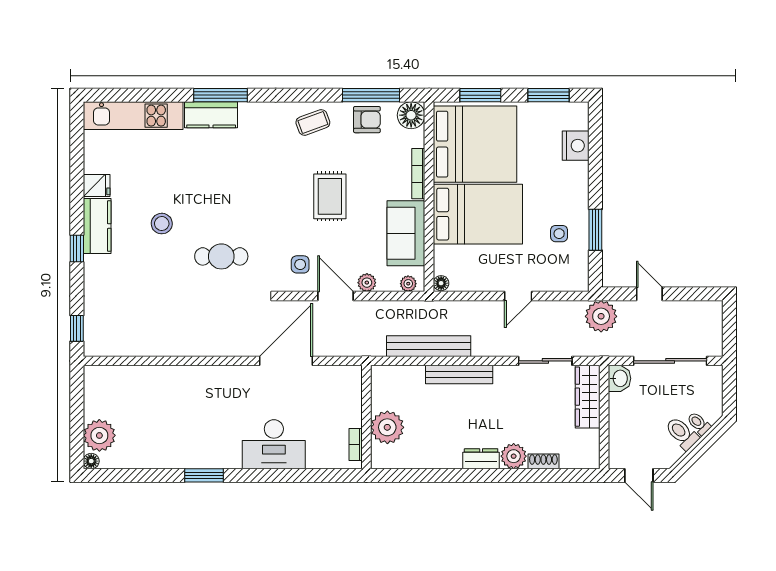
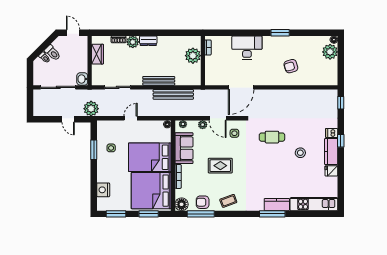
rug: (330, 196) -> (220, 166), turned 90
dishwasher: (96, 265) -> (332, 133), added
wardrobe: (588, 397) -> (97, 54), moved, width x0.67
armchair: (182, 405) -> (291, 66), added

